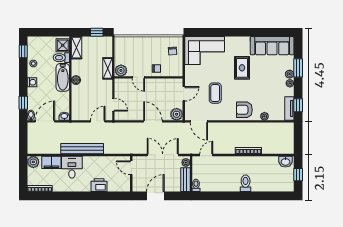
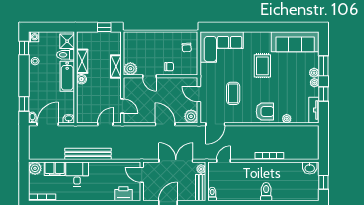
shelving: (76, 48) -> (82, 61), moved
washing machine: (32, 82) -> (34, 37), moved
door: (184, 94) -> (199, 94), swing flipped
window: (298, 105) -> (323, 94), moved
armchair: (244, 110) -> (265, 112), turned 180
door: (199, 121) -> (215, 124), hinge flipped
printer: (99, 185) -> (123, 194), moved

